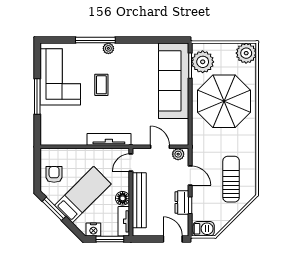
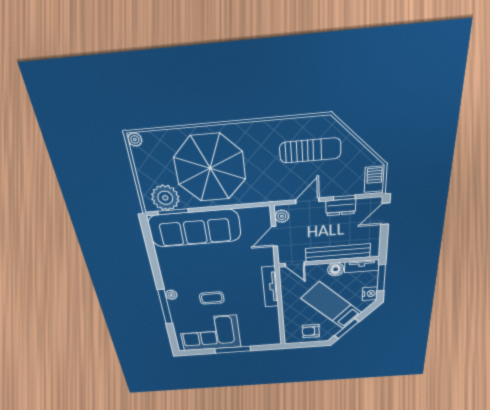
plant: (246, 53) -> (135, 139), width x0.53, depth x0.53
sun lounger: (231, 179) -> (310, 150), turned 180

